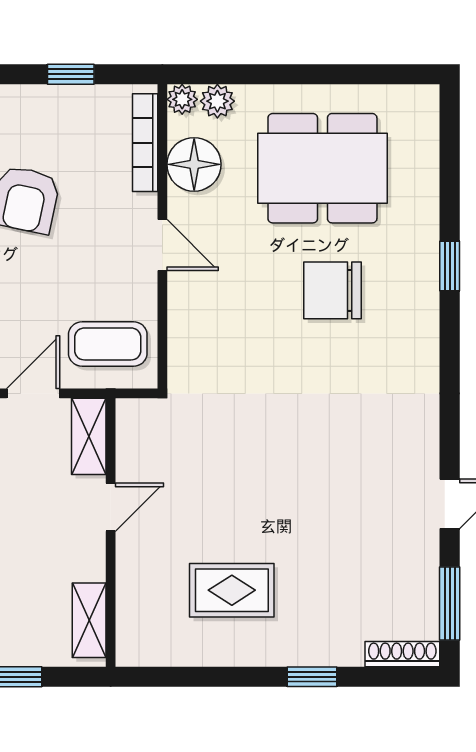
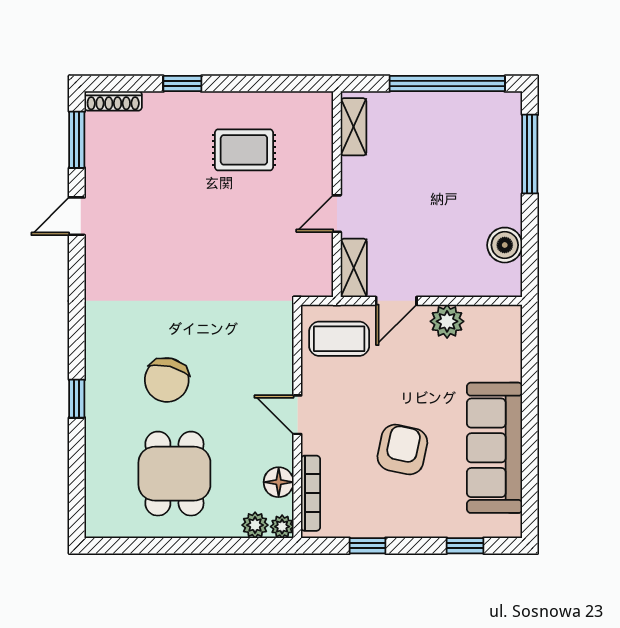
floor lamp: (194, 164) -> (279, 482), width x0.73, depth x0.73
dining table: (322, 168) -> (174, 474), width x0.73
chair: (332, 290) -> (167, 380), turned 104

